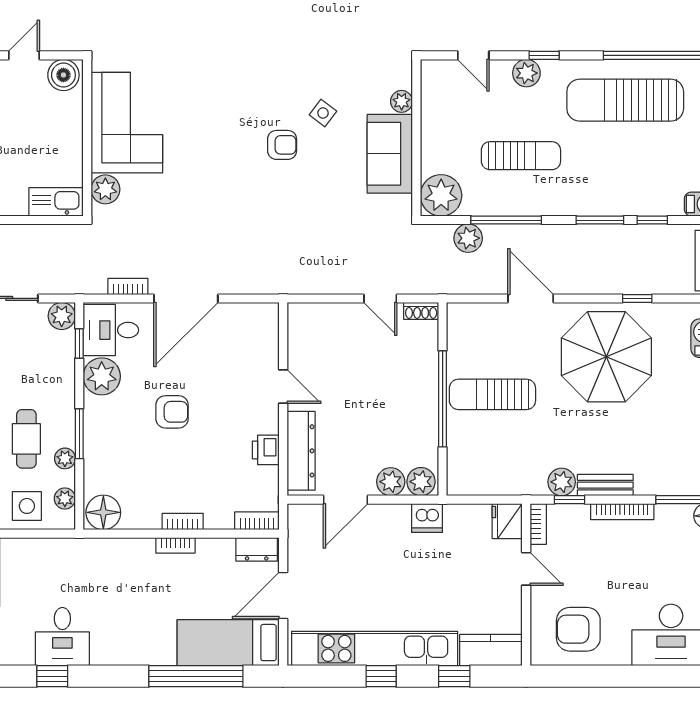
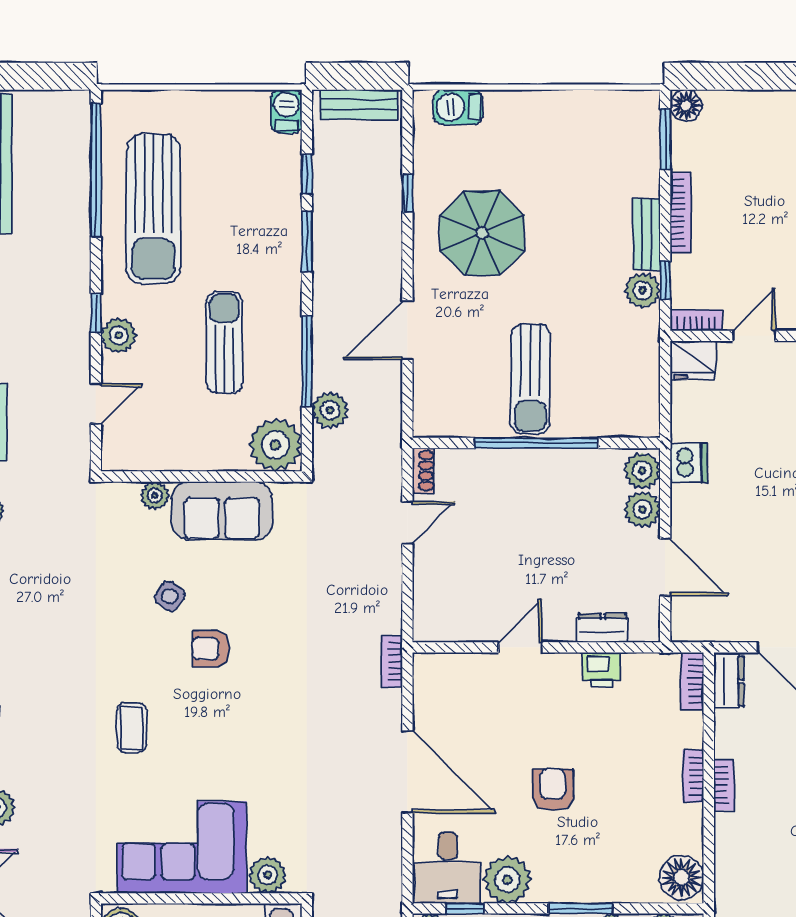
coffee table: (220, 83) -> (132, 728), added
armchair: (282, 145) -> (211, 649), turned -90
bookcase: (128, 286) -> (392, 662), moved
parasol: (606, 357) -> (482, 233), width x0.73, depth x0.73
dresser: (301, 451) -> (603, 628), width x0.51, depth x0.80

